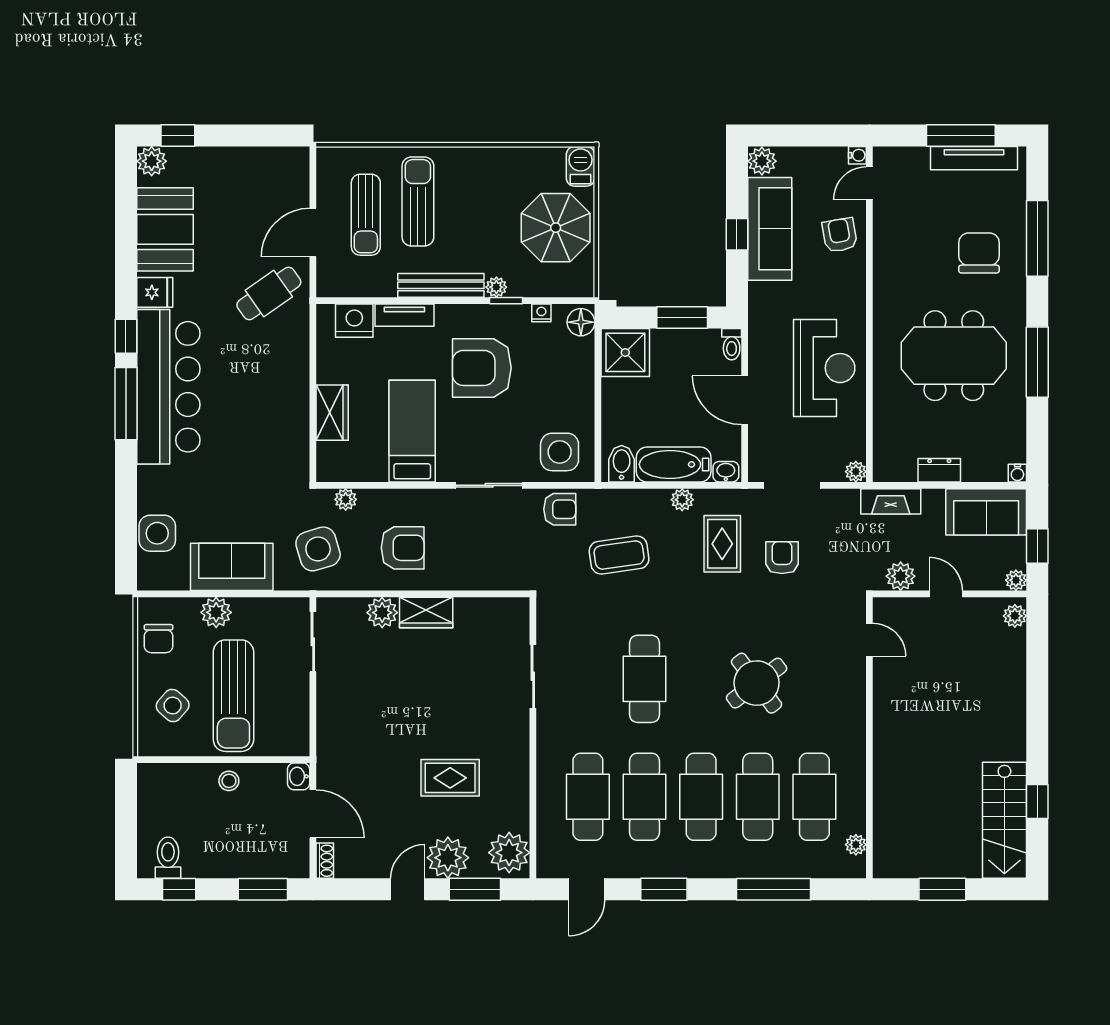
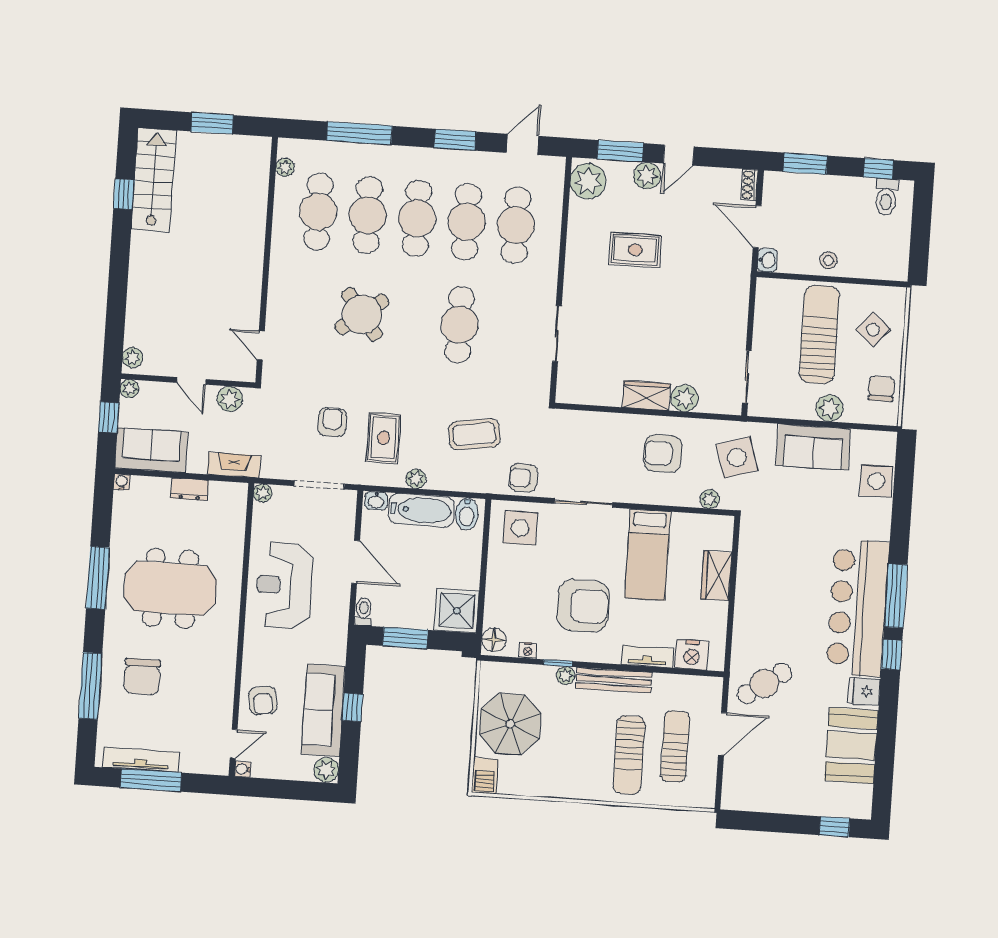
plant: (152, 161) -> (859, 806), removed
armchair: (782, 558) -> (332, 422), turned 180
plant: (448, 858) -> (647, 176), width x0.73, depth x0.73

